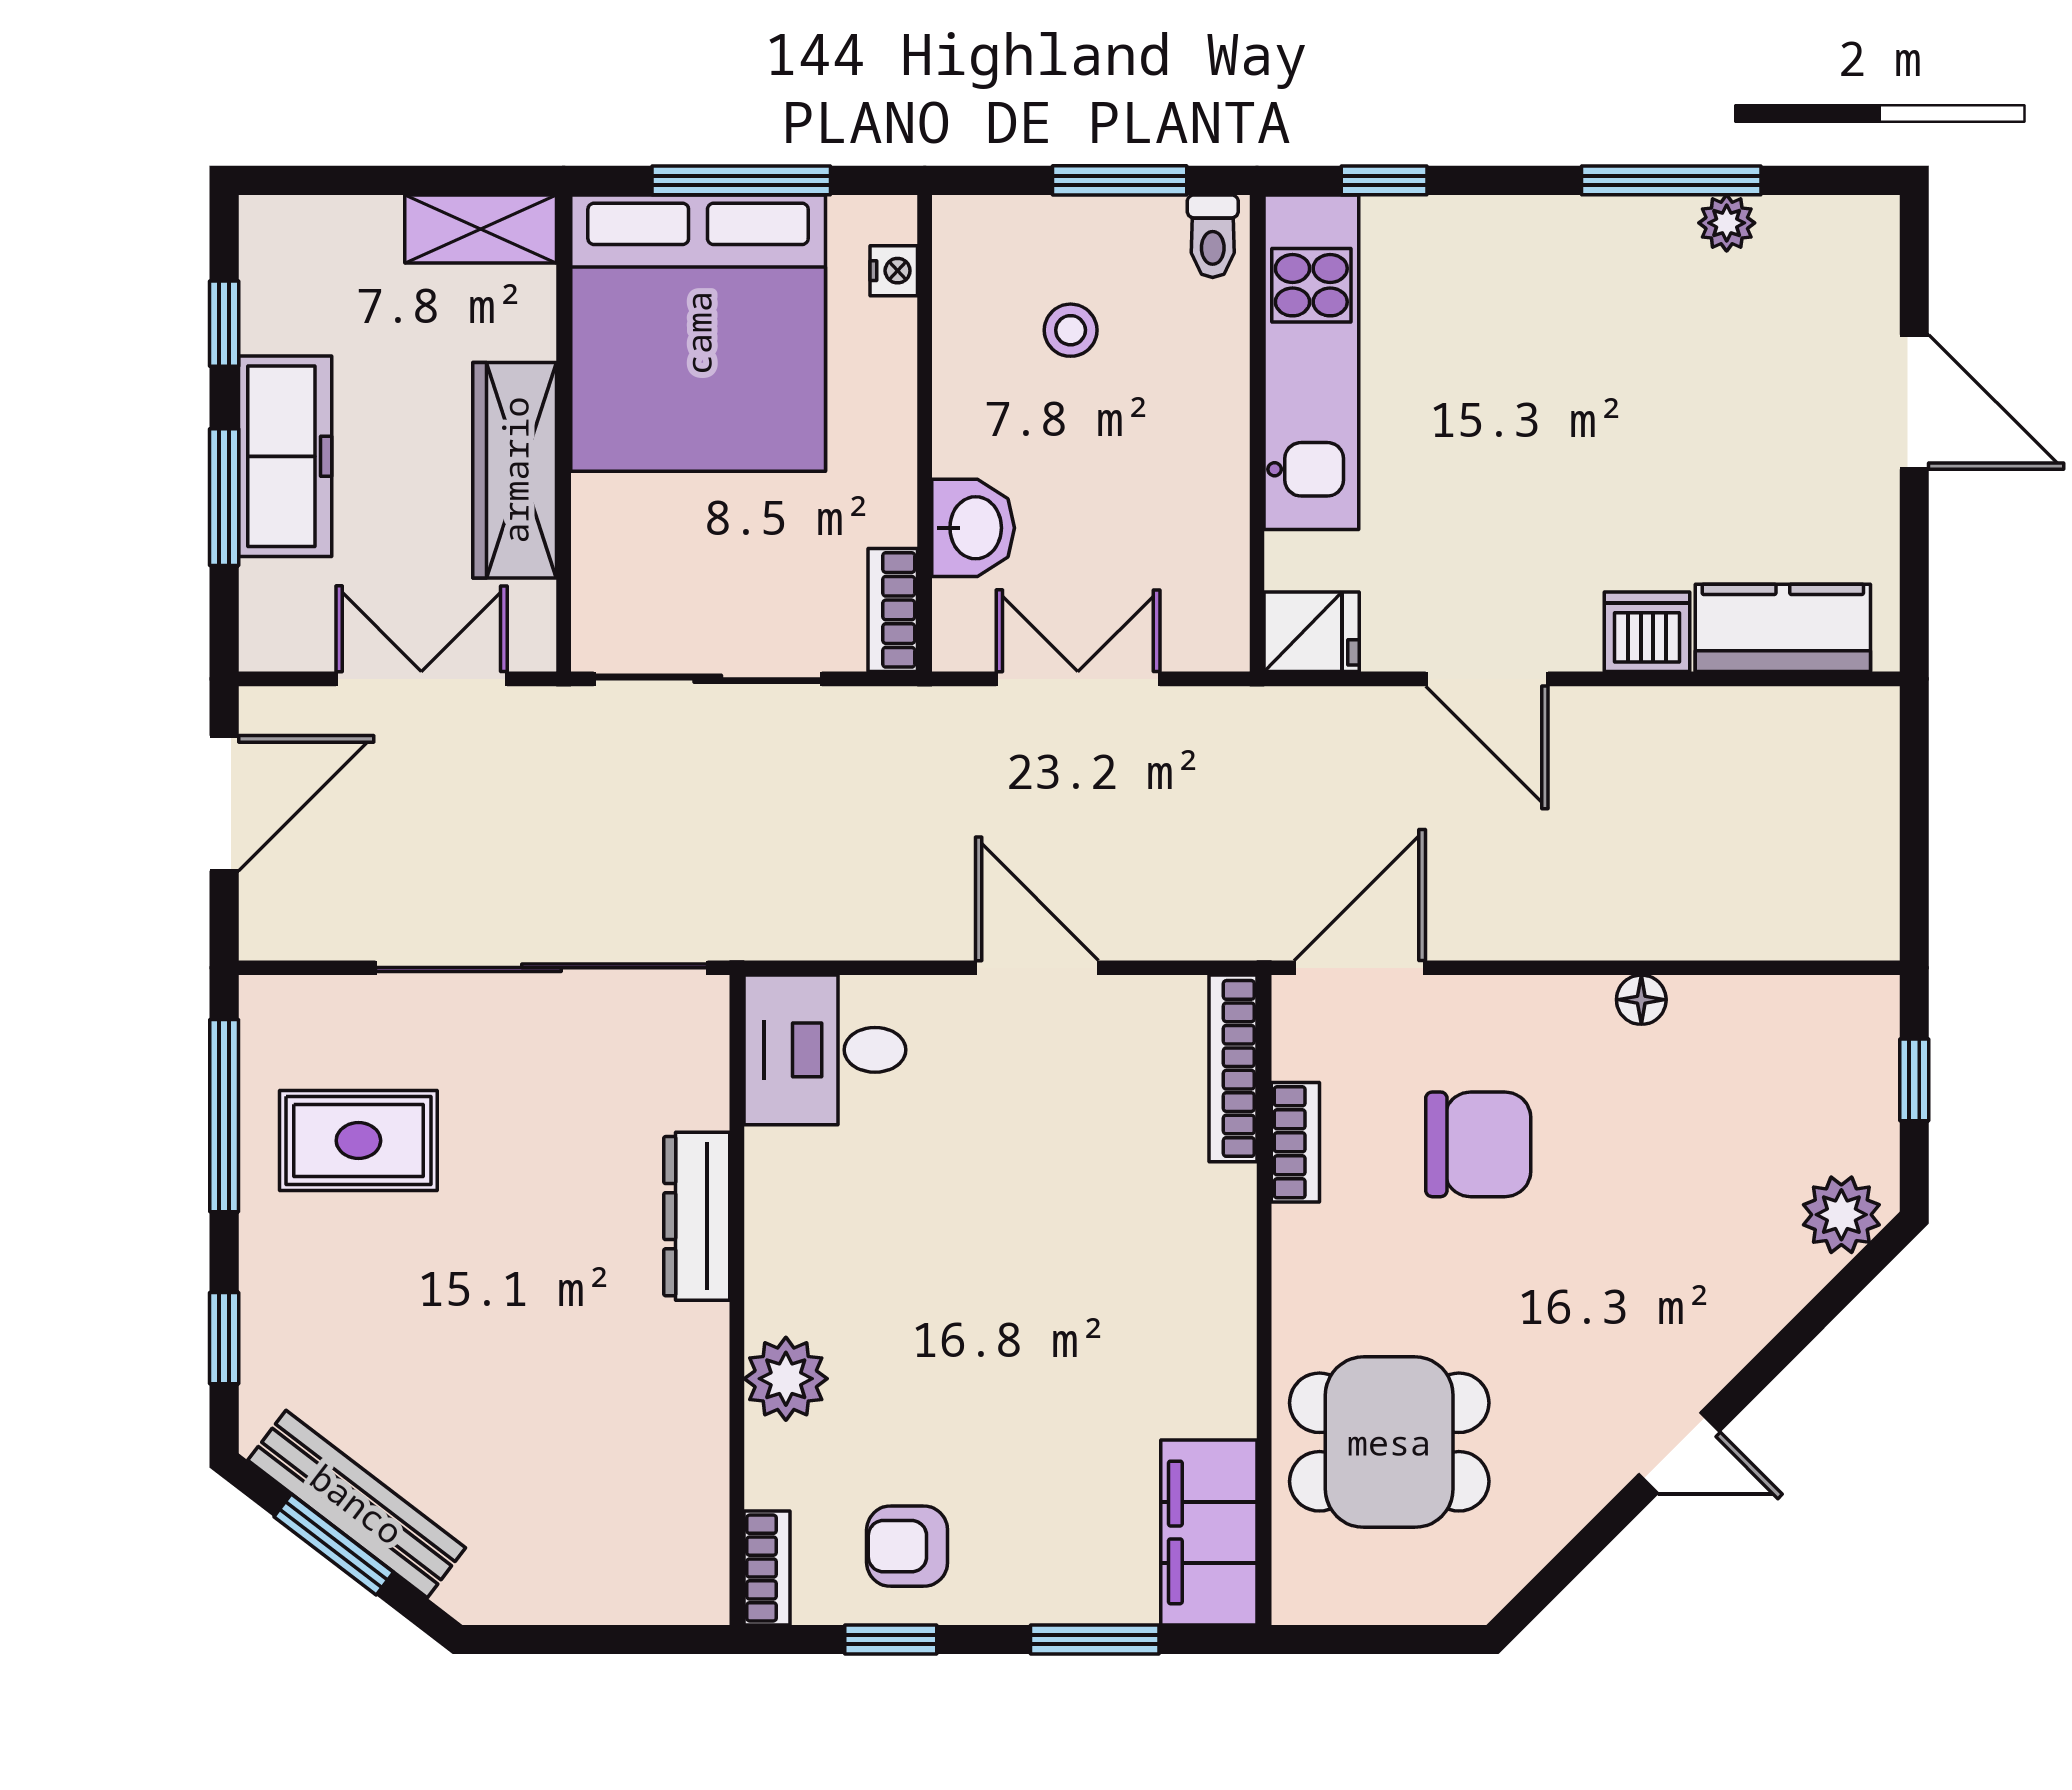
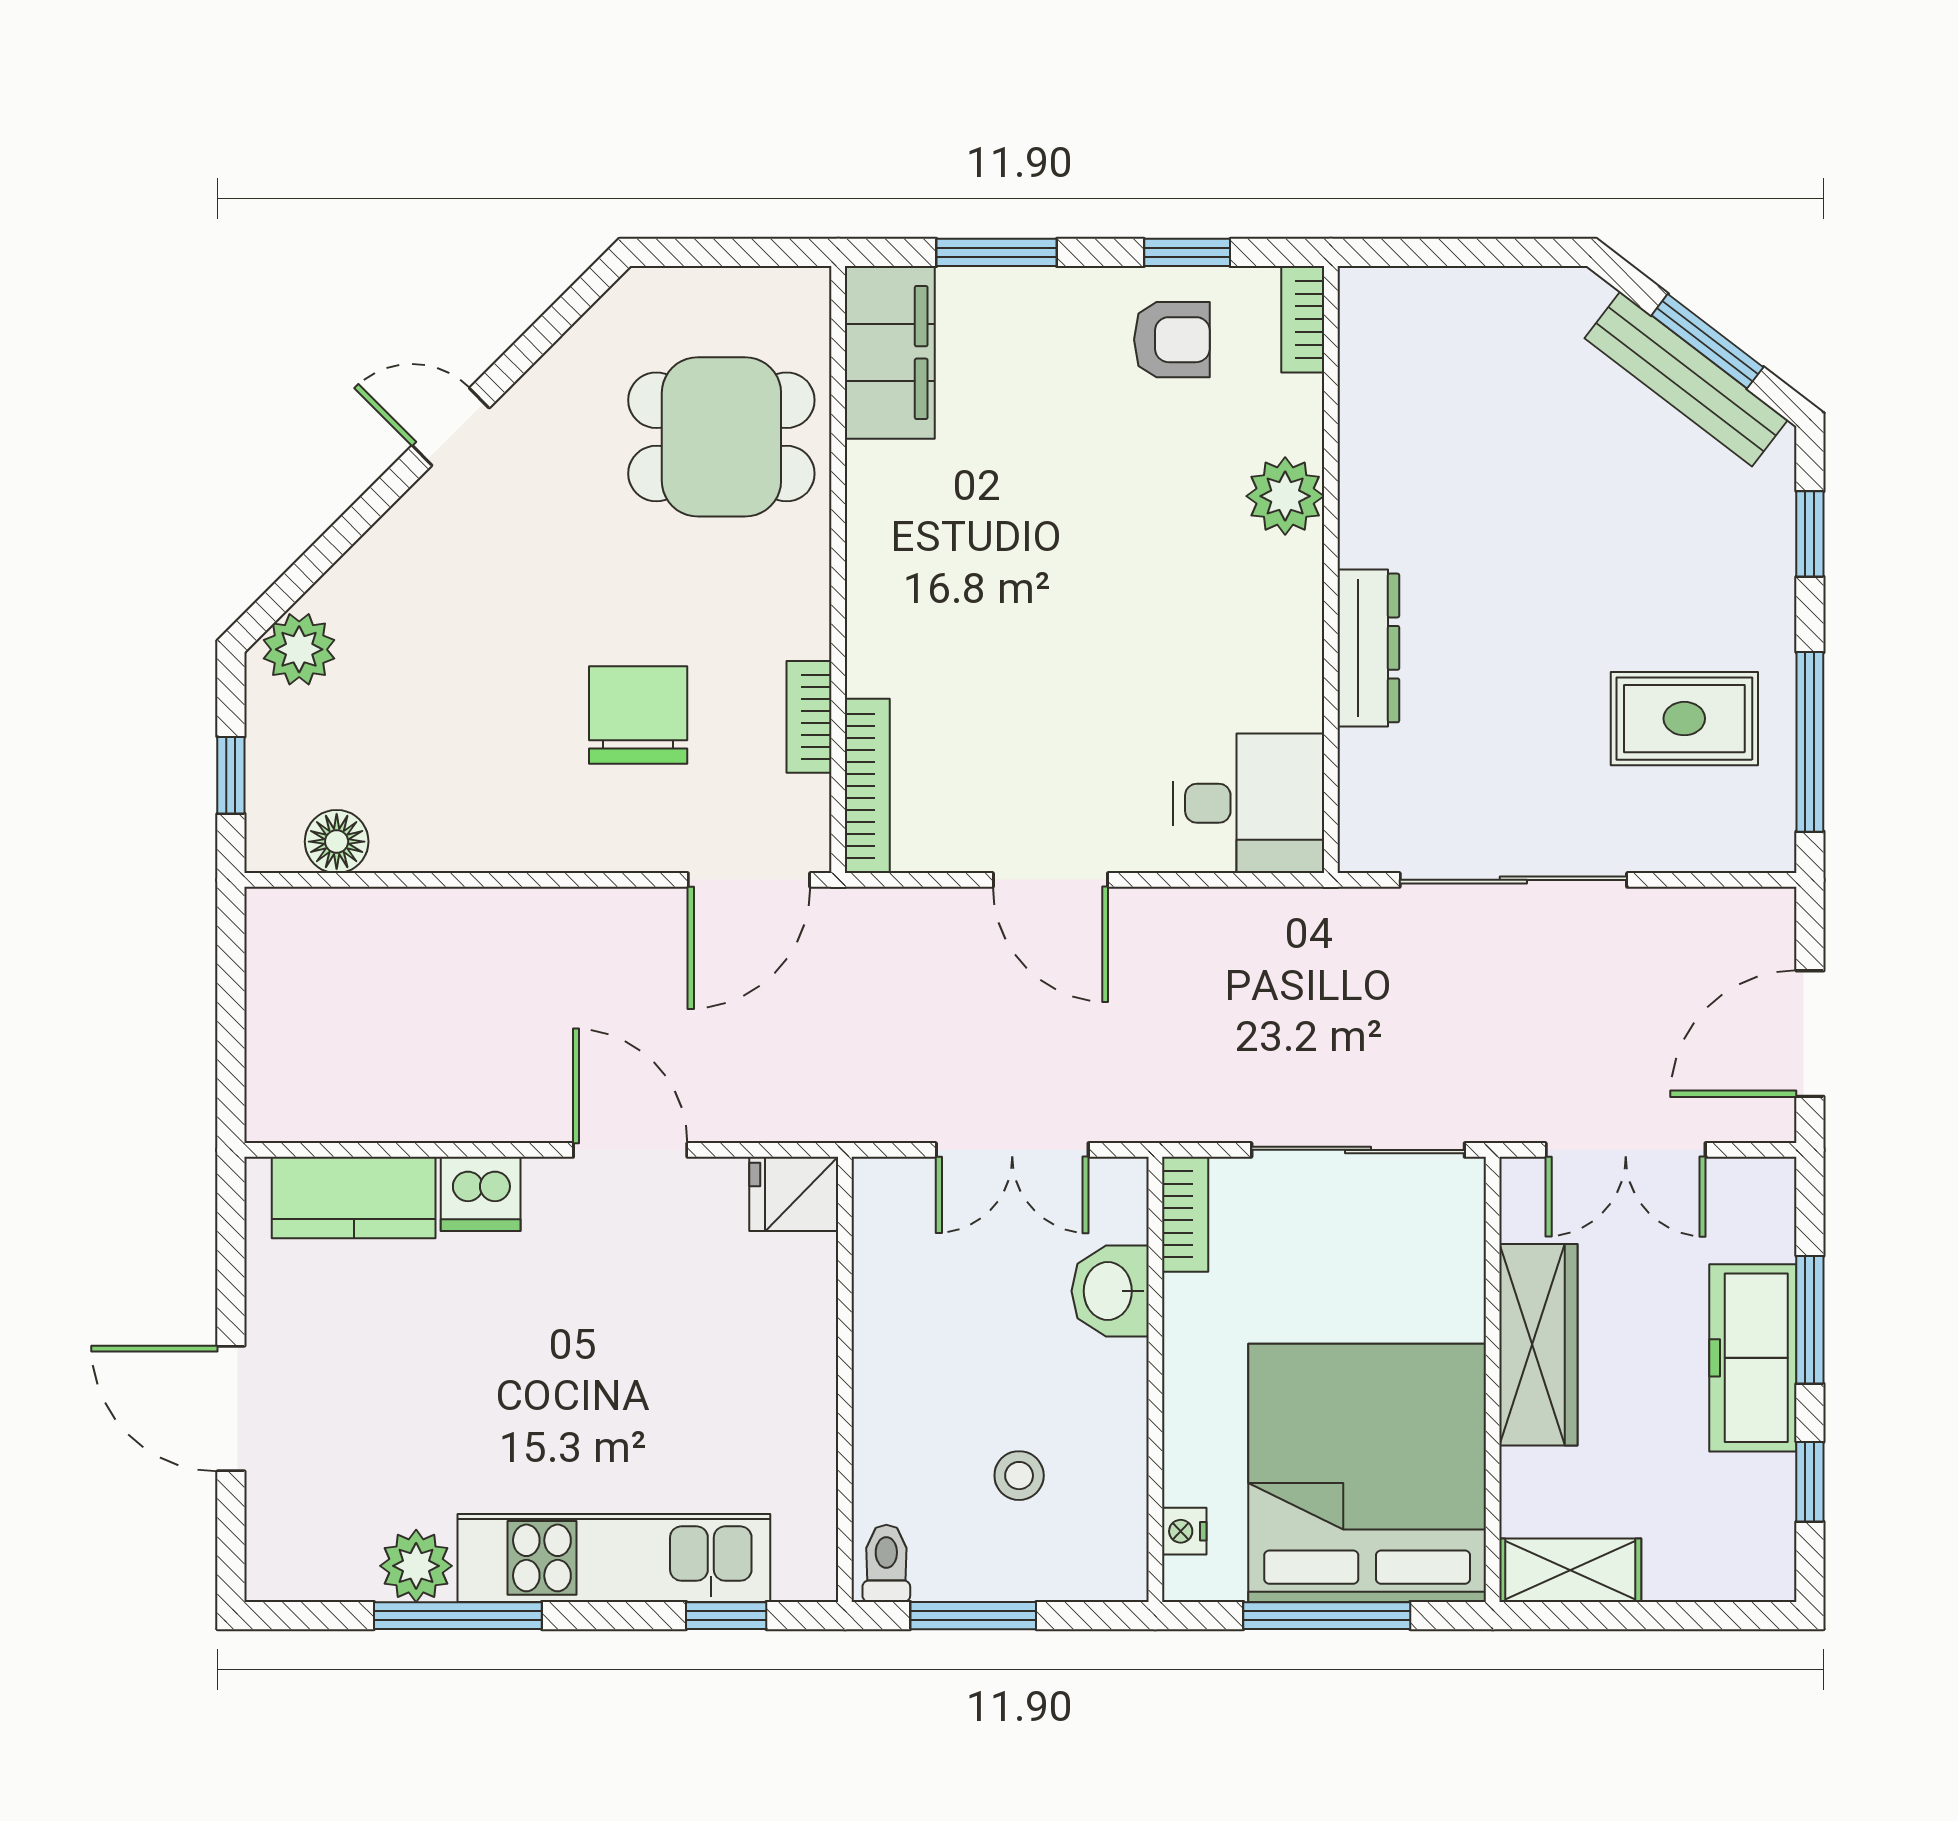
plant: (1727, 223) -> (416, 1566), width x1.38, depth x1.38
kitchen unit: (1311, 362) -> (614, 1558), moved, turned 90
sliding door: (541, 968) -> (1513, 880), width x0.73
floor lamp: (1641, 1000) -> (337, 842), moved, width x1.37, depth x1.37
chair: (1478, 1144) -> (638, 715), turned 90

